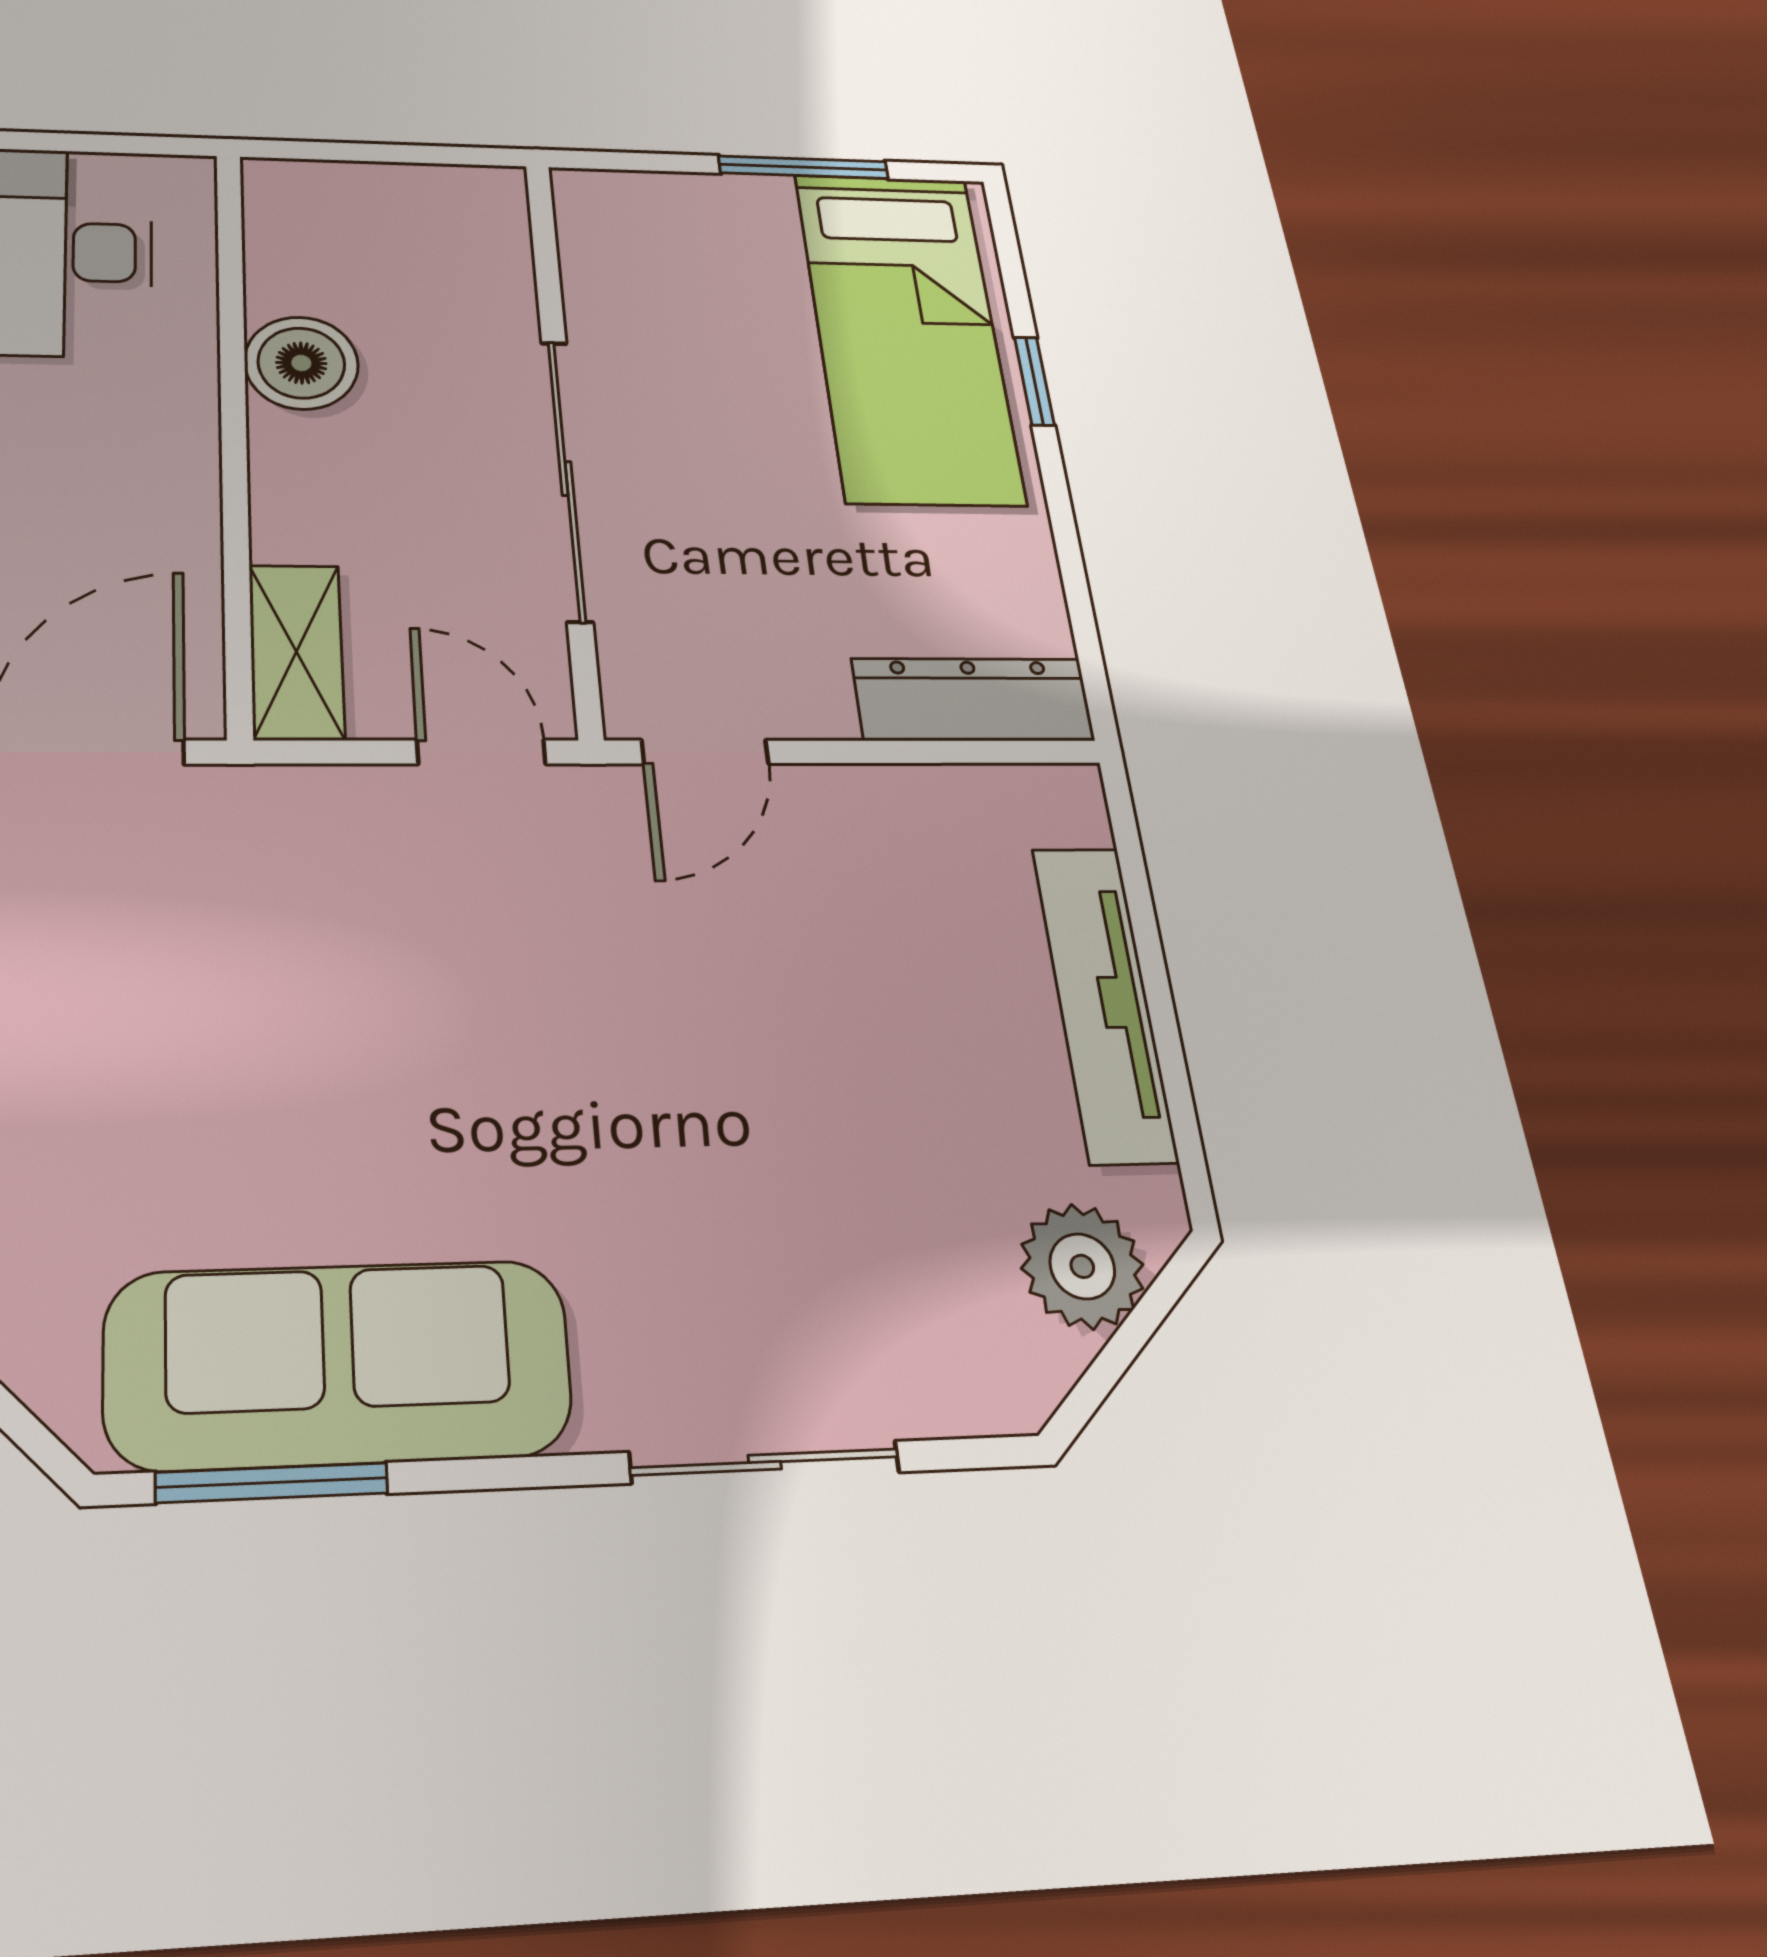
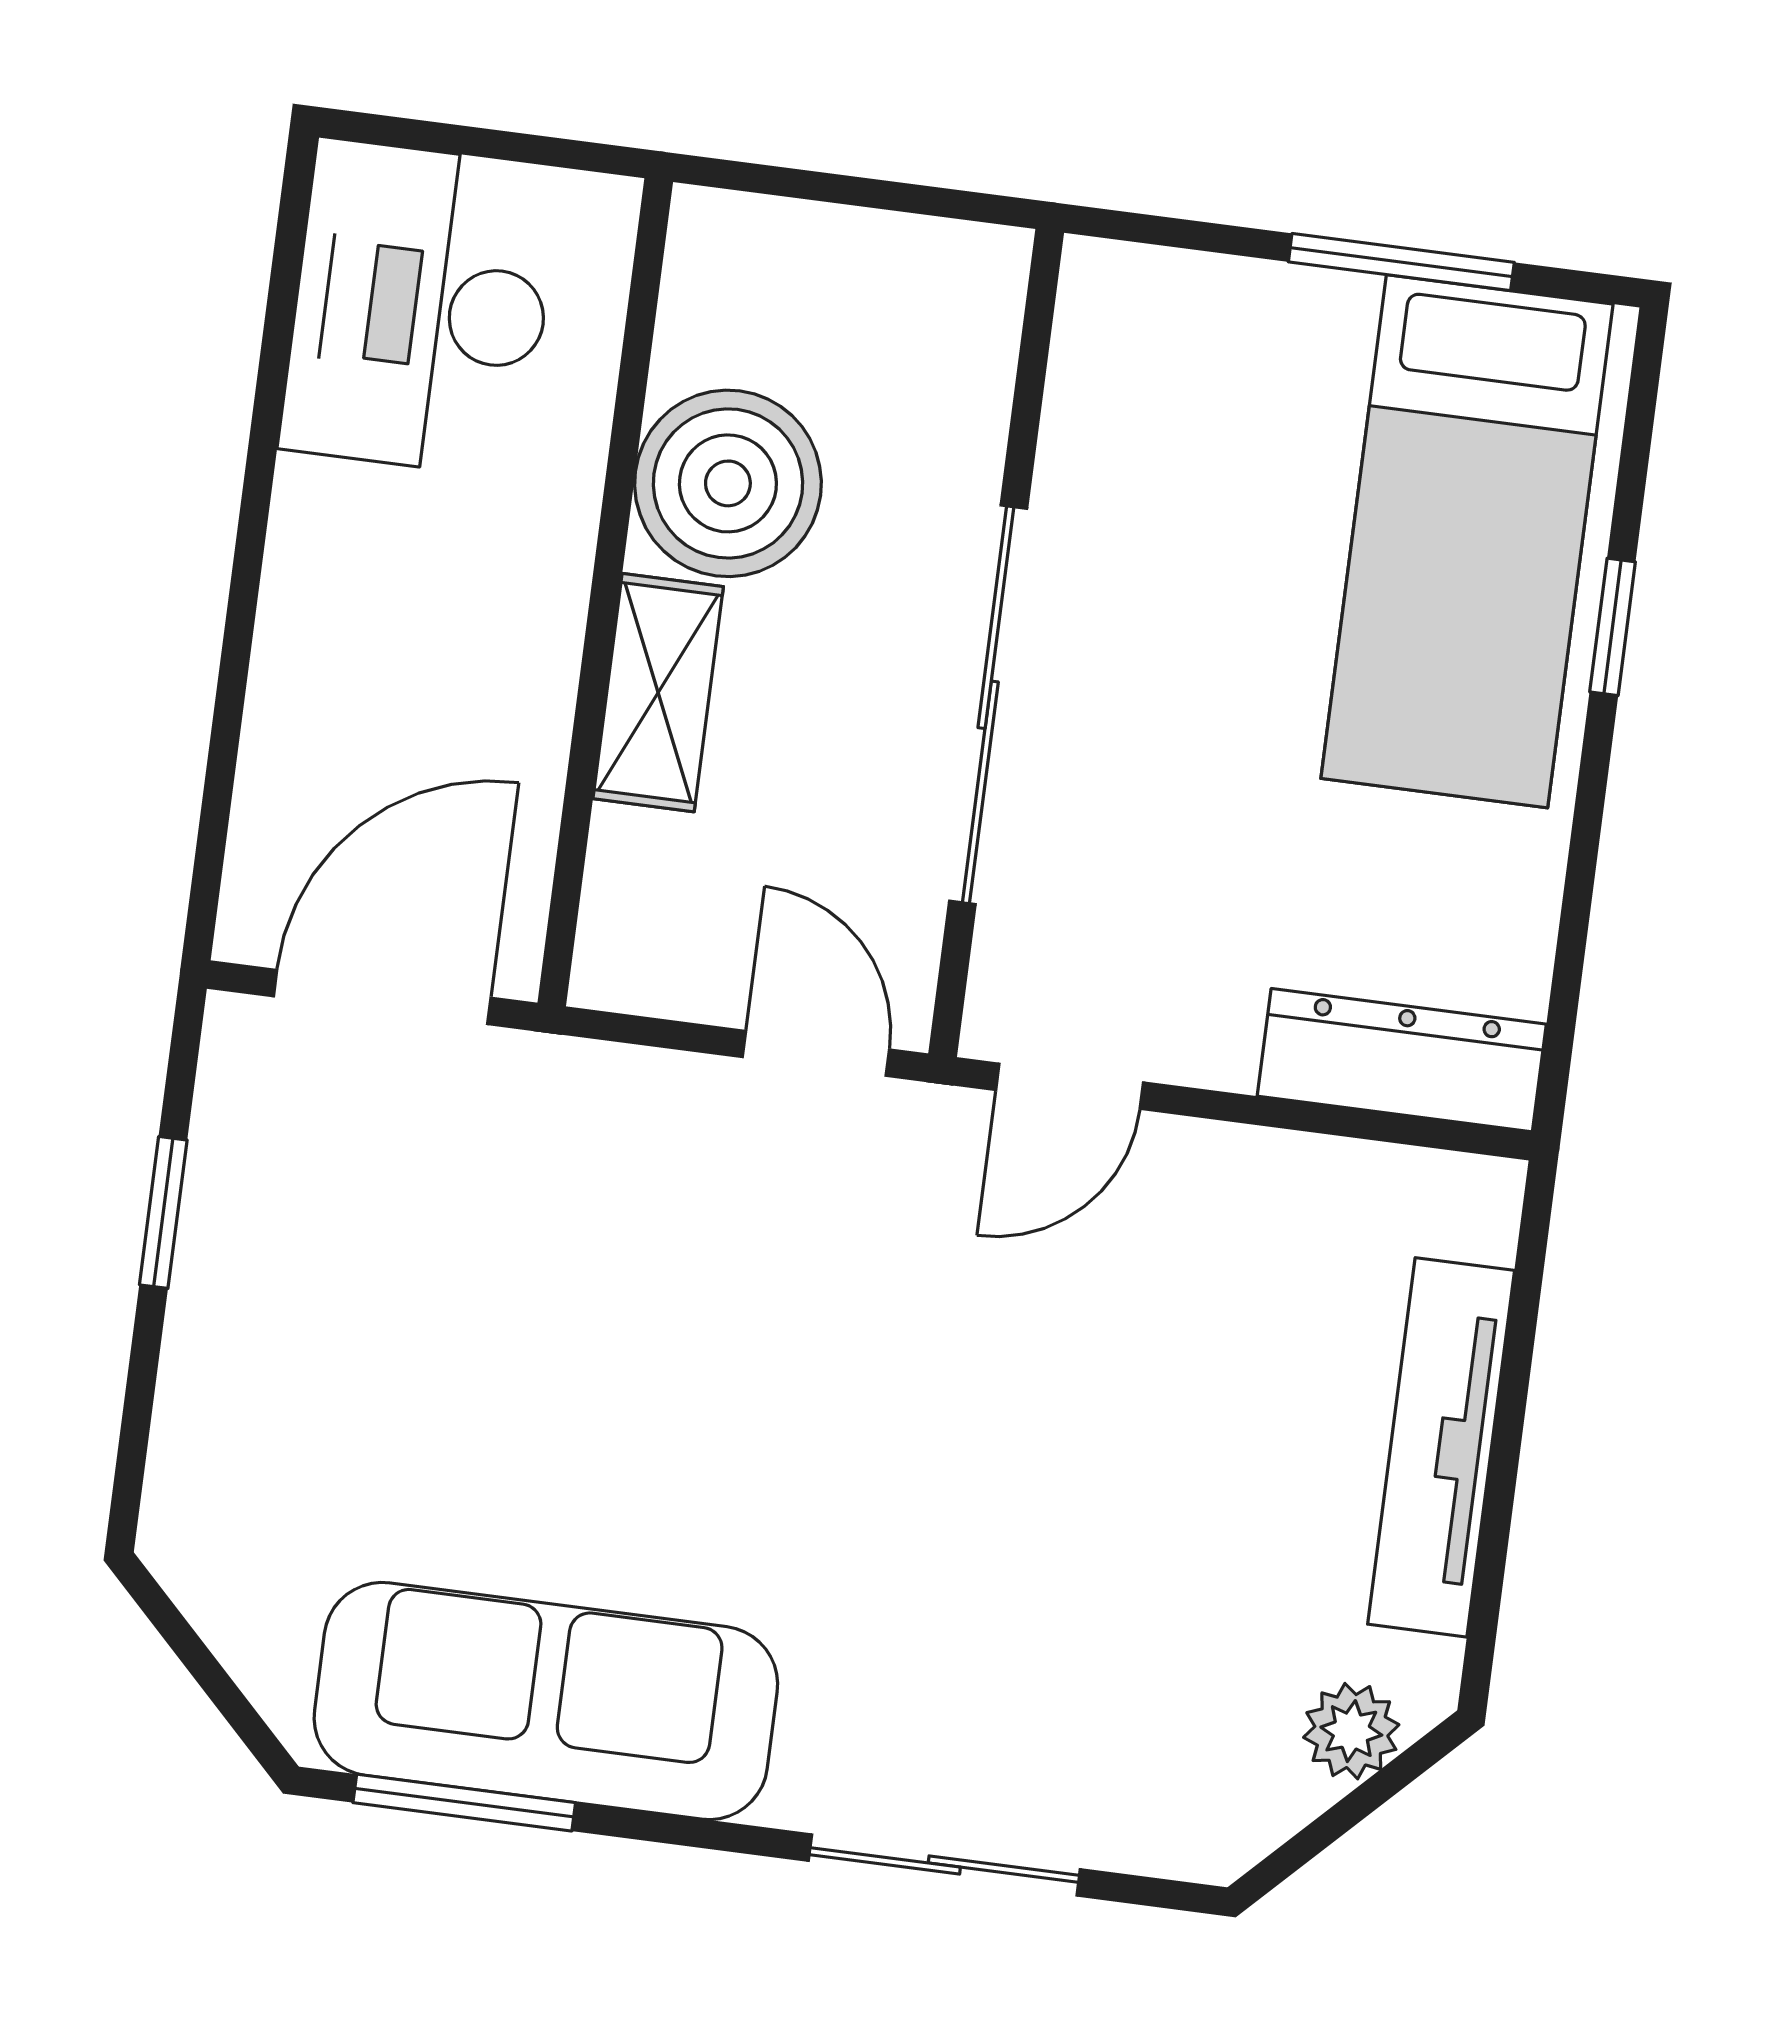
boiler: (301, 363) -> (728, 483), width x1.37, depth x1.37
shelving: (296, 652) -> (658, 693), moved
plant: (1082, 1266) -> (1351, 1731), width x0.73, depth x0.73

